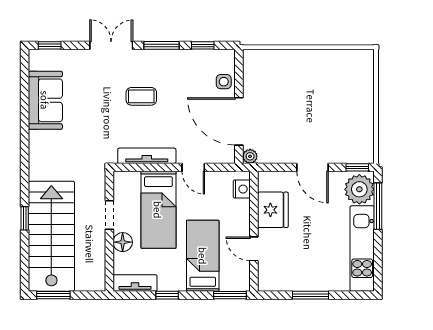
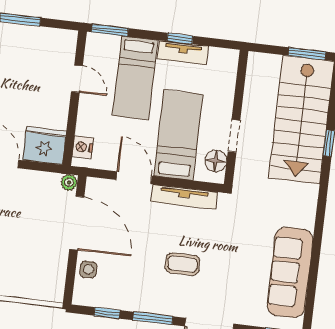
sofa: (45, 100) -> (290, 272), width x1.36
door: (193, 167) -> (134, 178), width x1.37
fridge: (273, 210) -> (44, 146), moved, turned 90
floor lamp: (123, 242) -> (216, 161), moved
tv unit: (135, 283) -> (183, 53), moved

